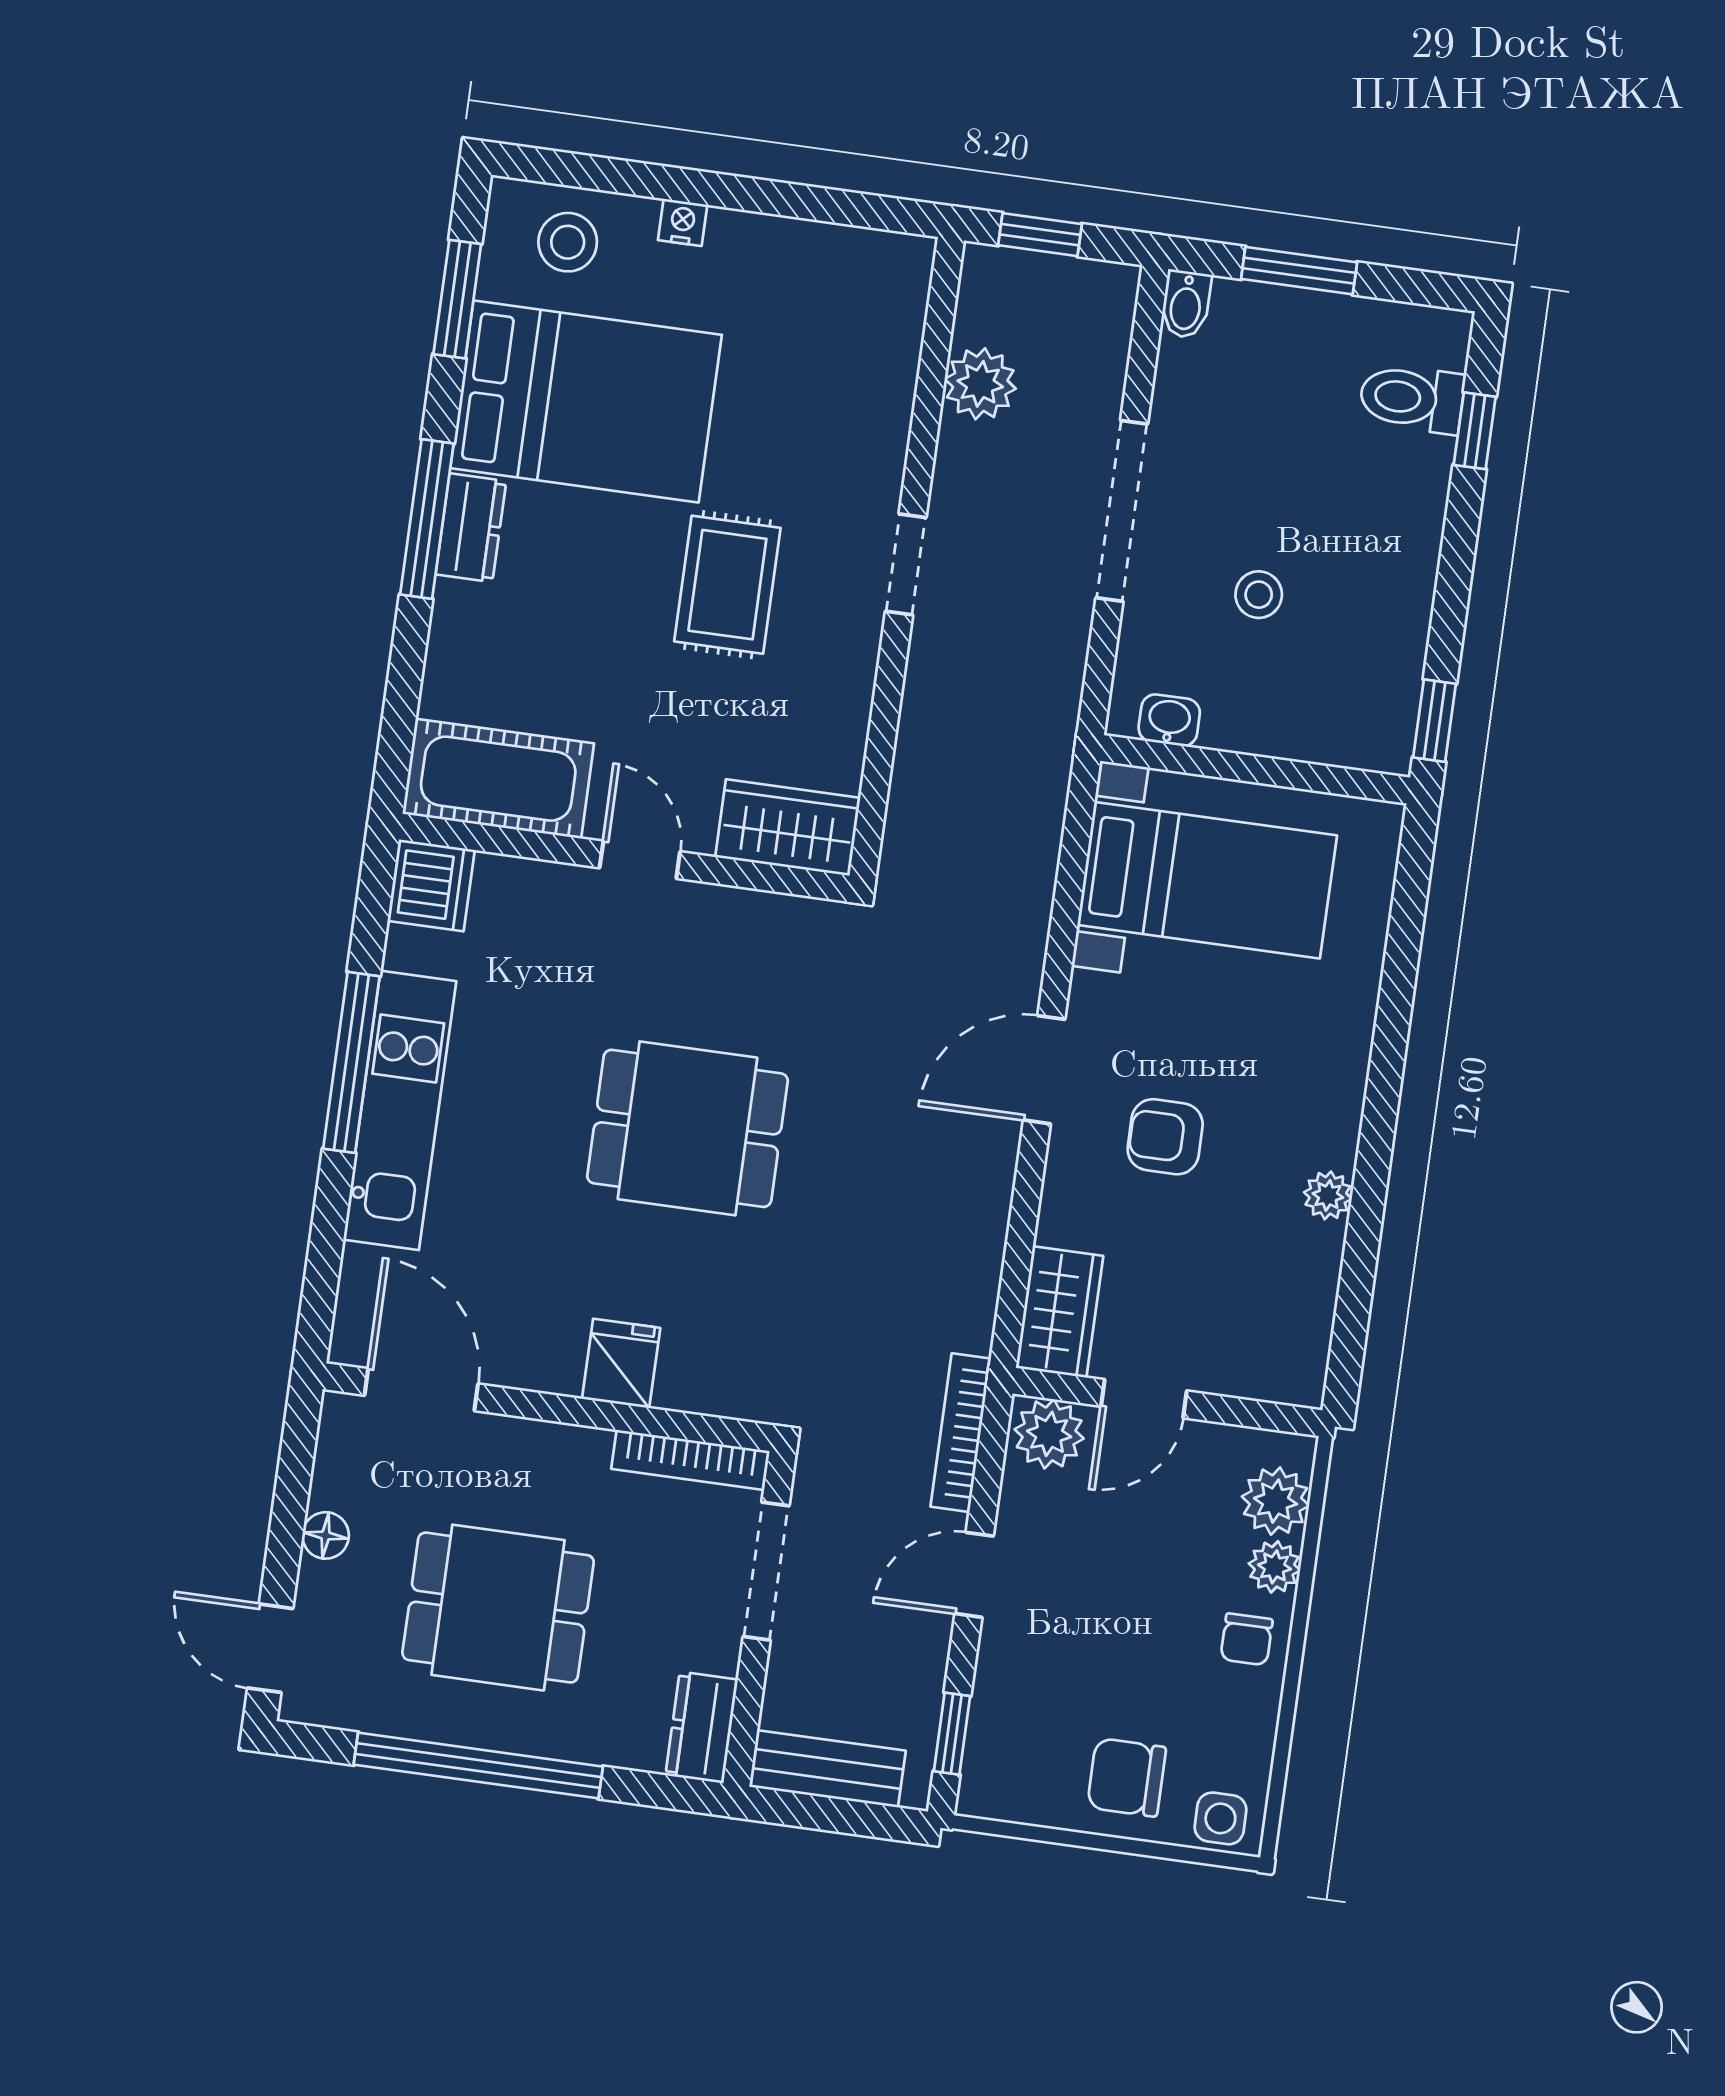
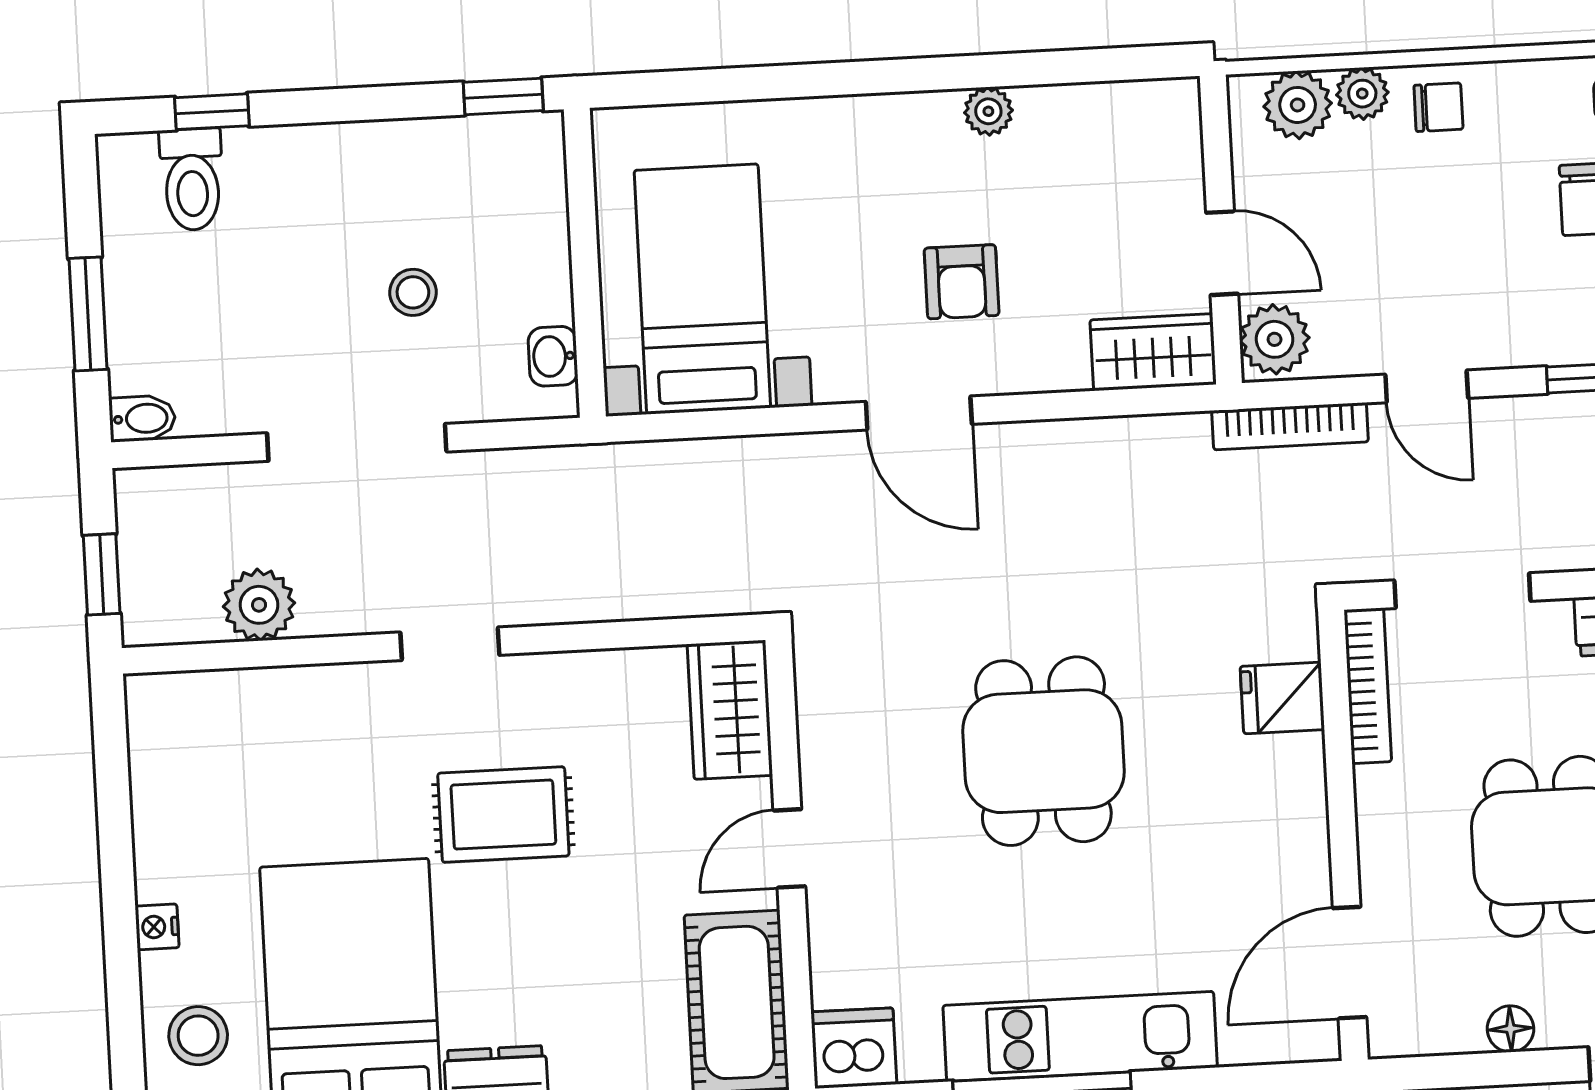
fridge: (621, 1363) -> (1282, 698), moved

